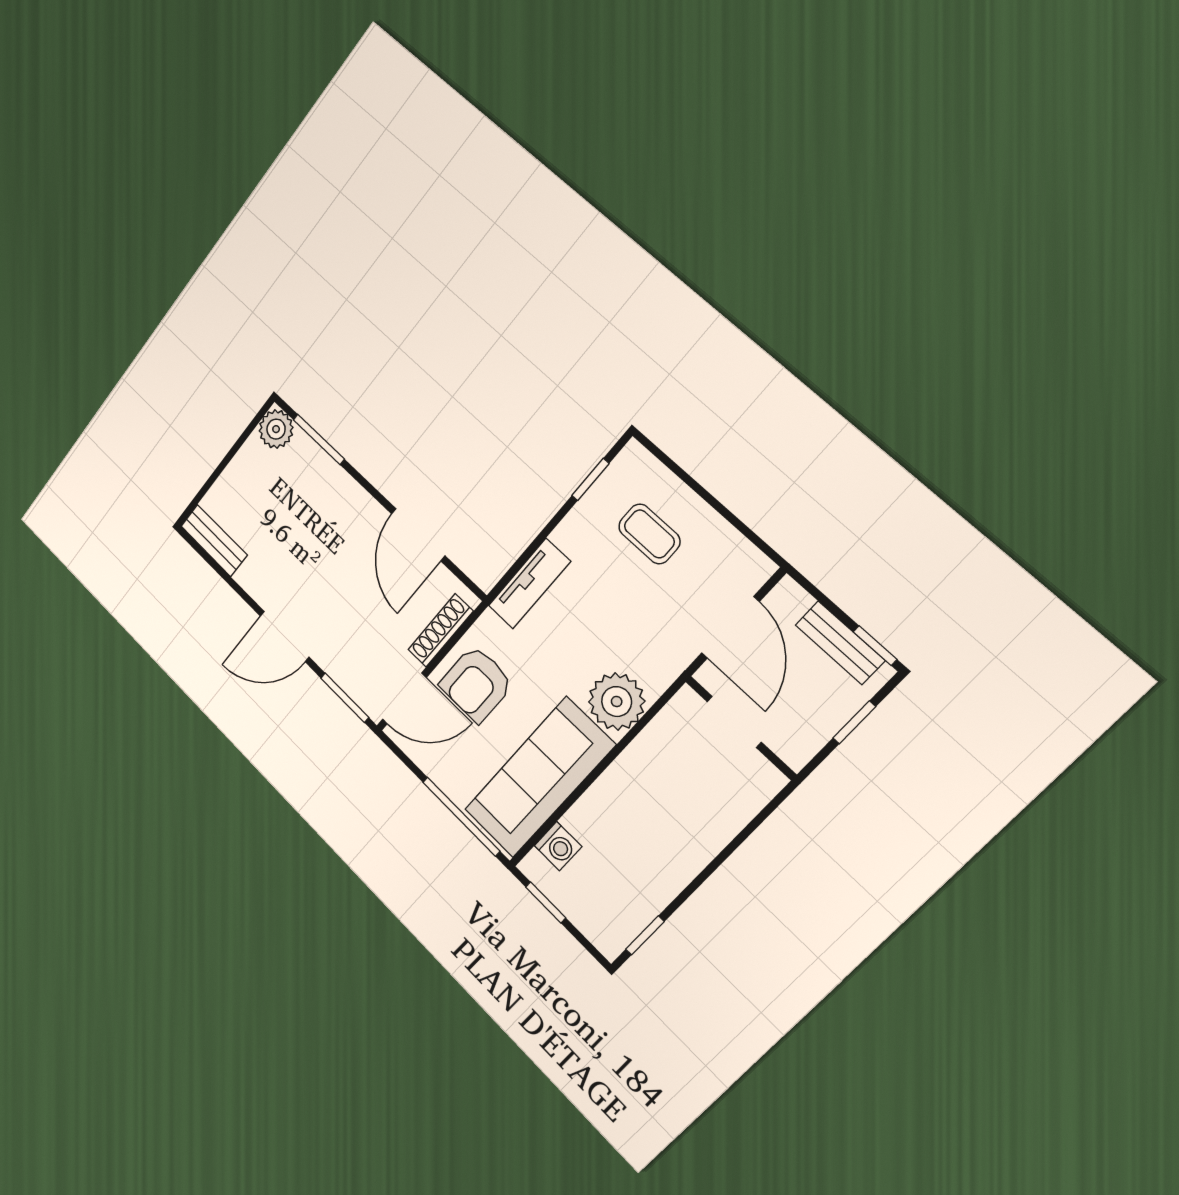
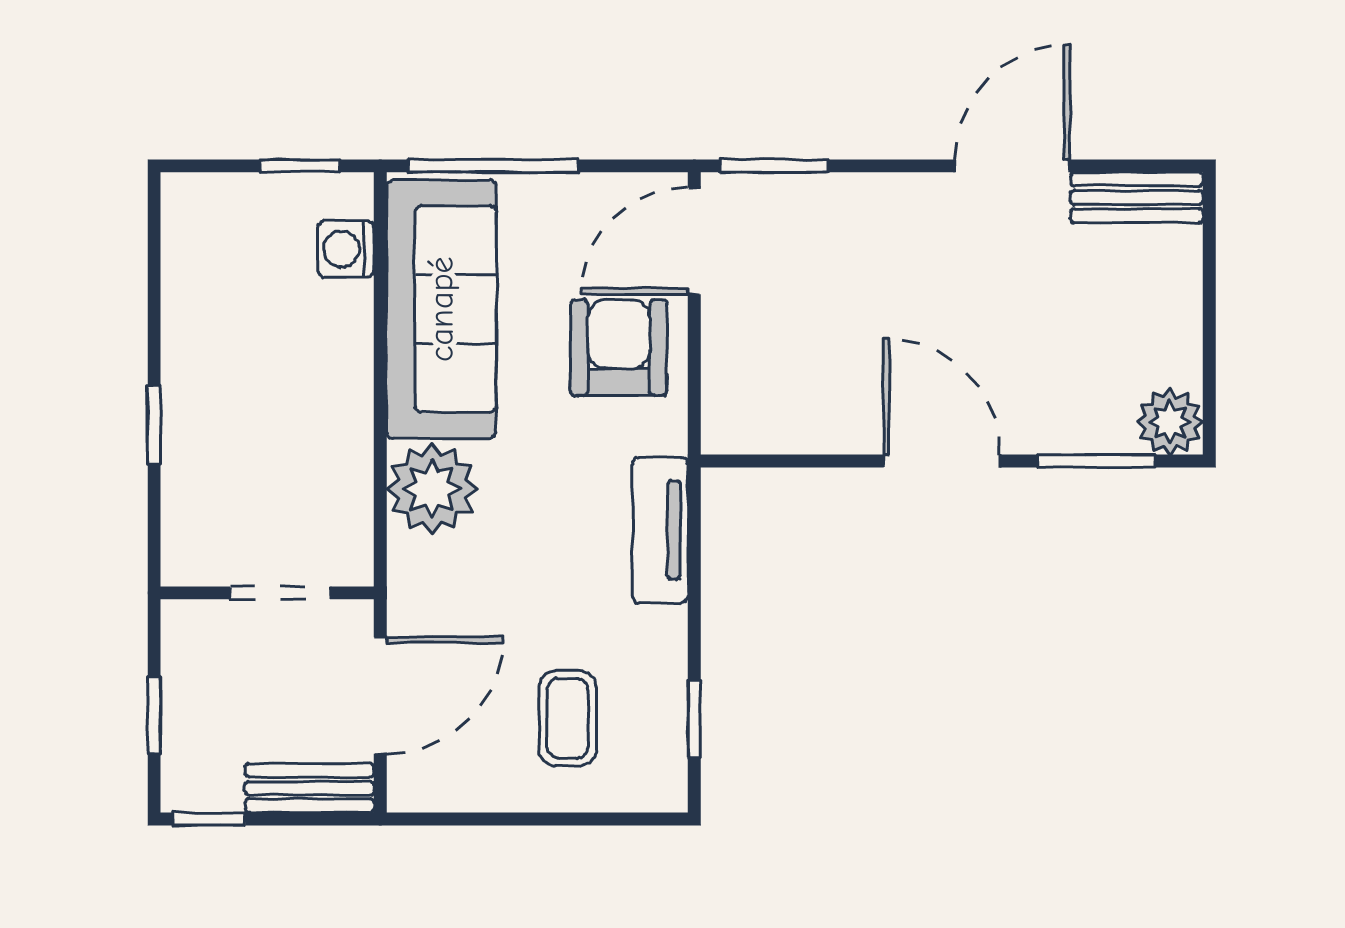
coffee table: (649, 534) -> (568, 718), turned 90
door: (418, 535) -> (942, 461), moved
door: (730, 627) -> (380, 695), swing flipped
shoe rack: (441, 631) -> (722, 370), removed
door: (285, 636) -> (1012, 166), moved
bench: (840, 643) -> (310, 788), moved
window: (645, 935) -> (154, 425), moved

